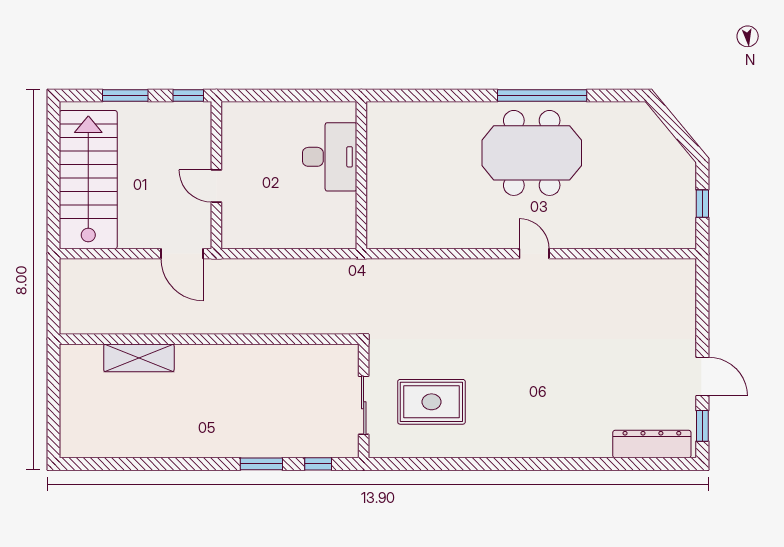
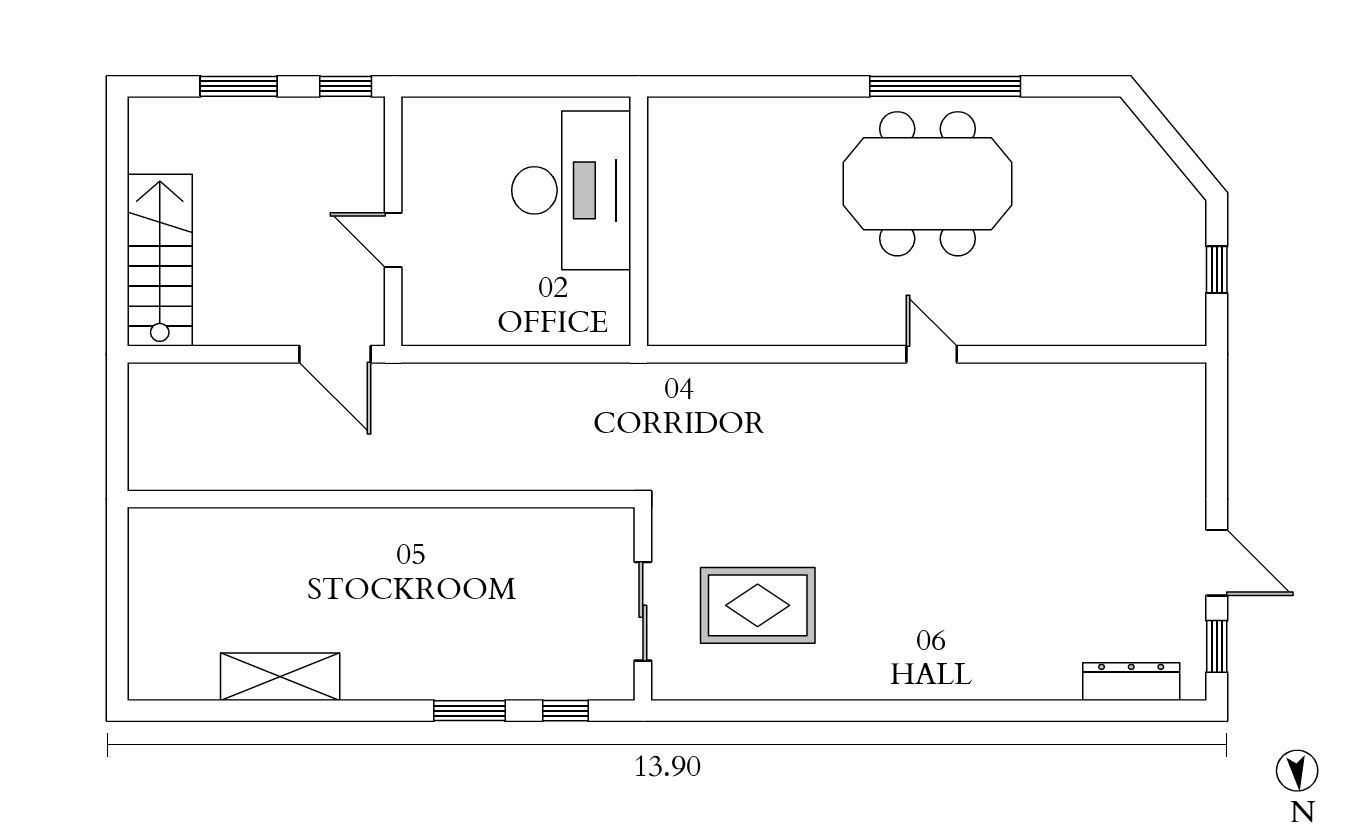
desk: (330, 157) -> (571, 190), width x1.36, depth x1.30
stairs: (88, 180) -> (160, 260), width x0.73, depth x0.66
shelving: (139, 358) -> (280, 677), moved
dresser: (652, 444) -> (1131, 682), width x0.73, depth x0.80

